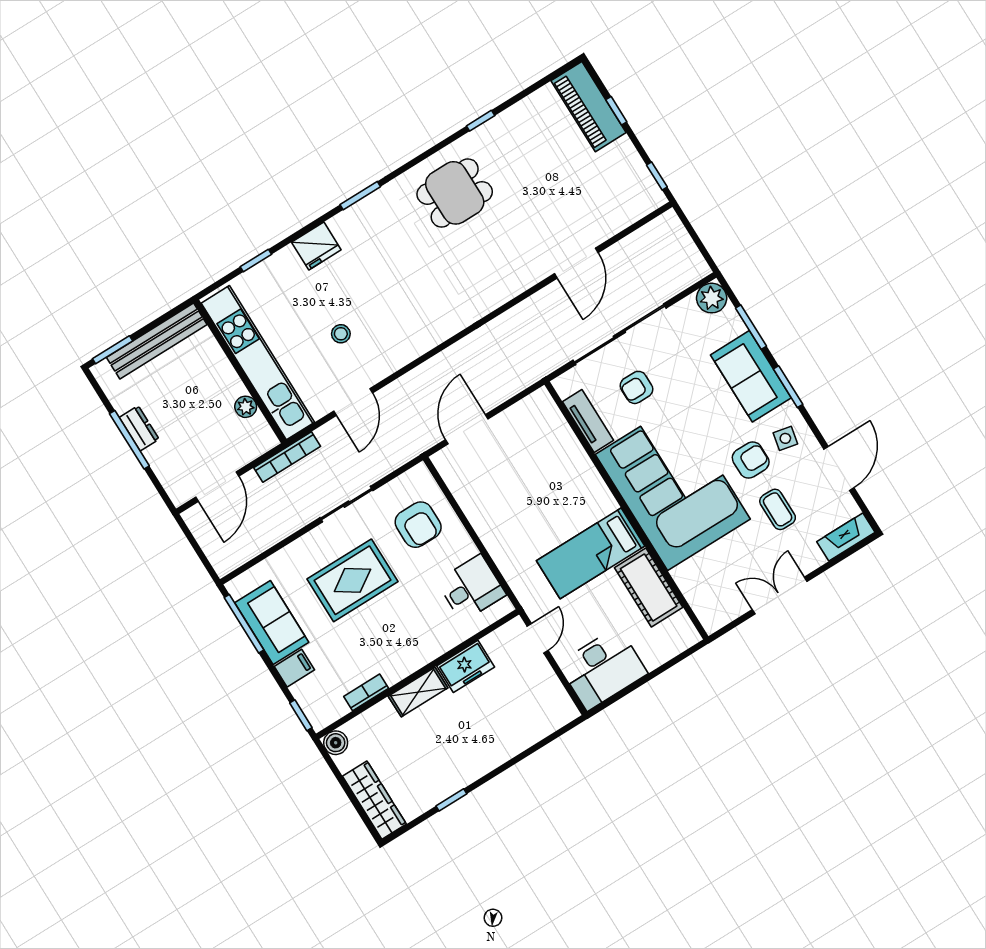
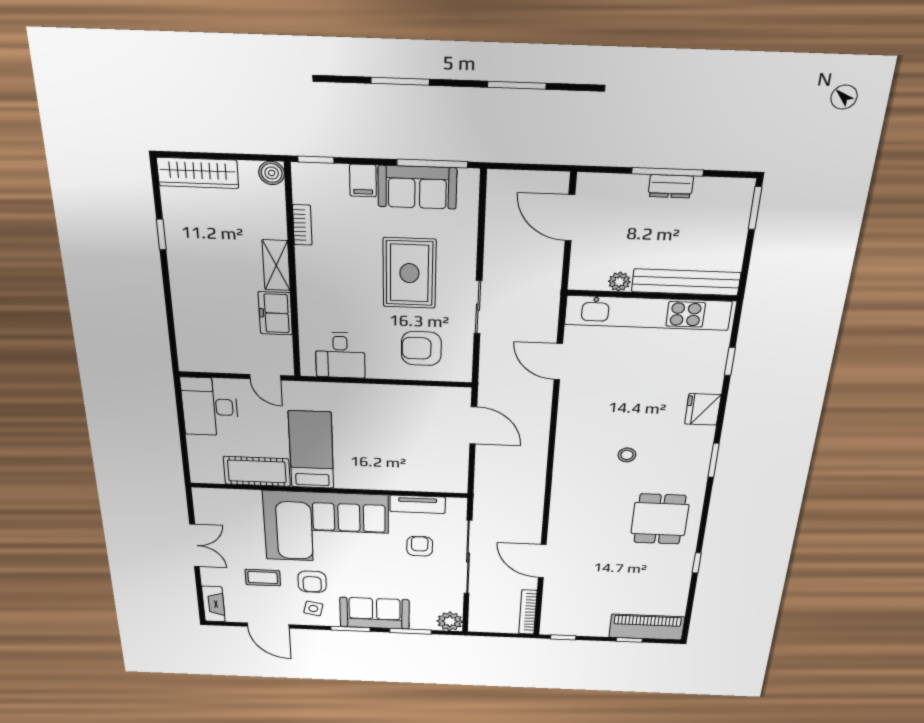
stool: (341, 334) -> (627, 455), moved
bench: (157, 341) -> (686, 282), moved, turned 90
bookcase: (287, 457) -> (528, 612), moved

